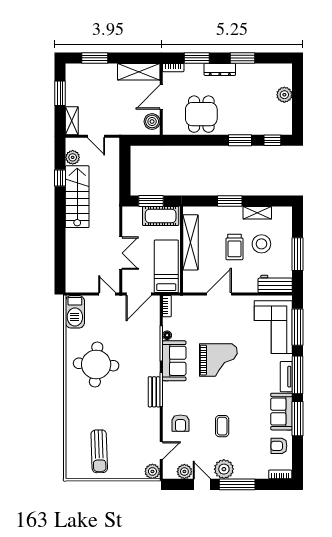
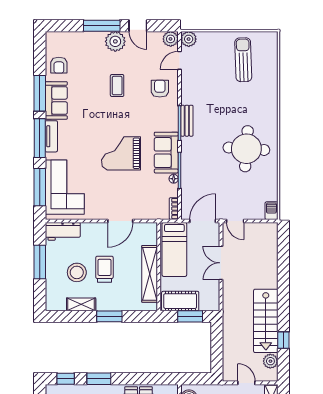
barbecue: (75, 312) -> (271, 211), width x0.53, depth x0.65
armchair: (279, 446) -> (59, 65), turned 90
plant: (184, 472) -> (171, 39), moved
bookcase: (280, 474) -> (58, 36), removed

